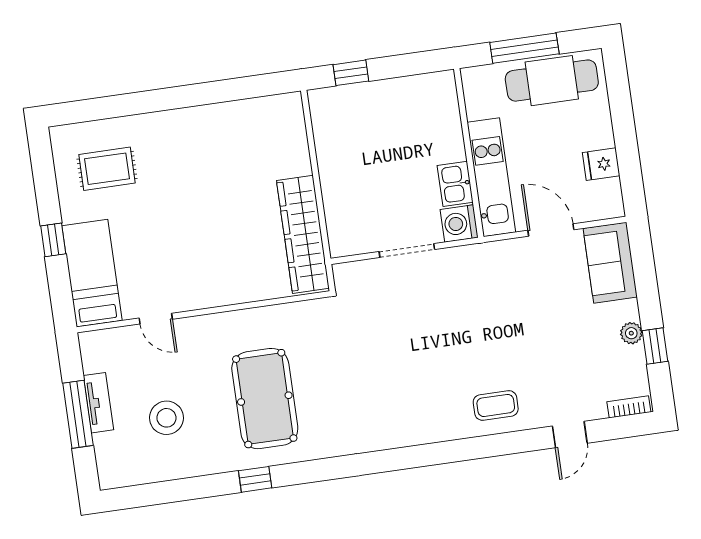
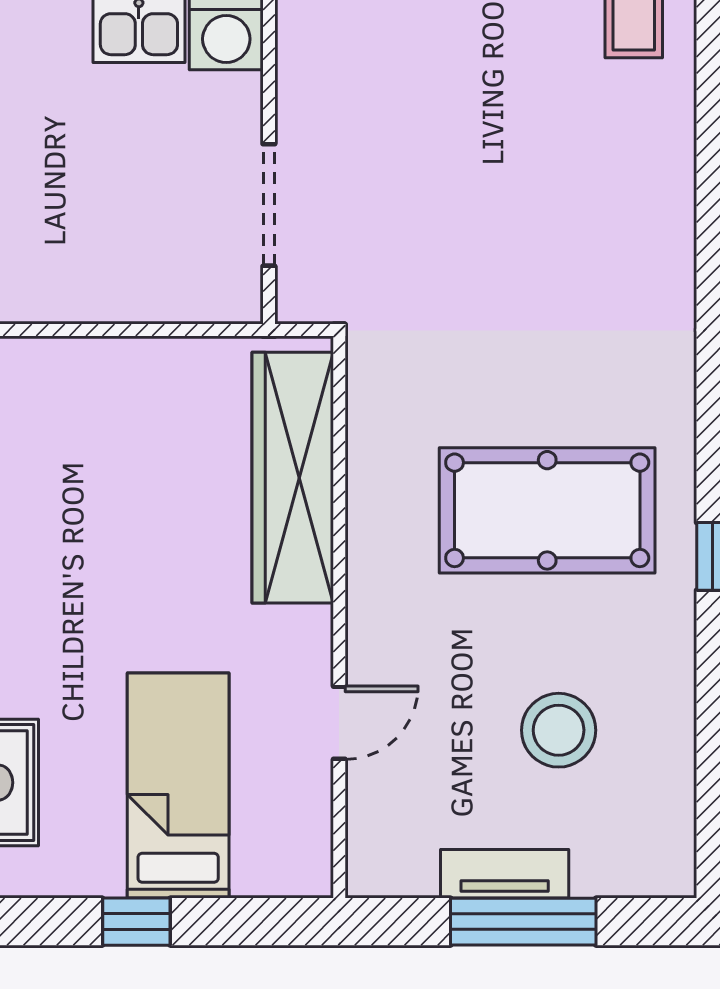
wardrobe: (303, 234) -> (293, 478), moved, turned 90
doorway: (407, 251) -> (269, 205), moved
bed: (92, 273) -> (178, 786), moved, turned 90

